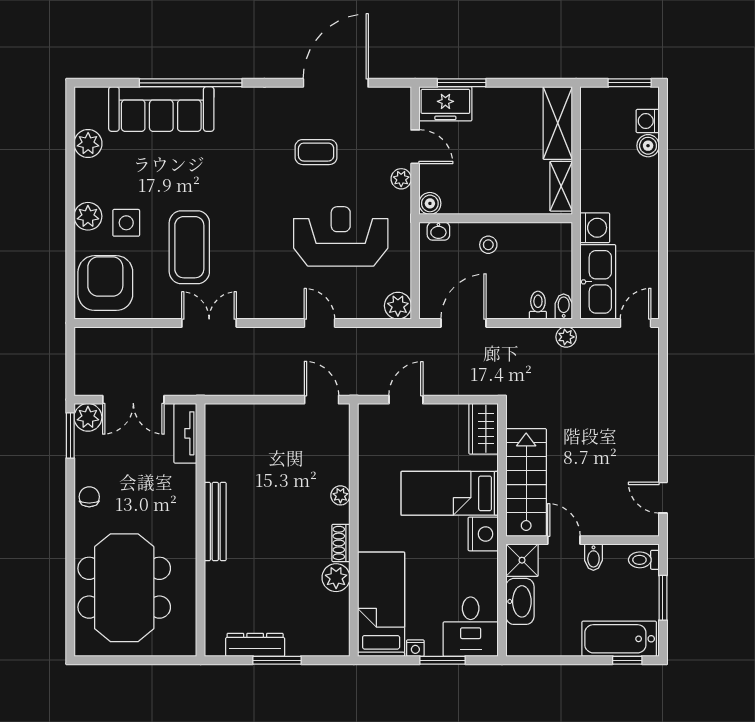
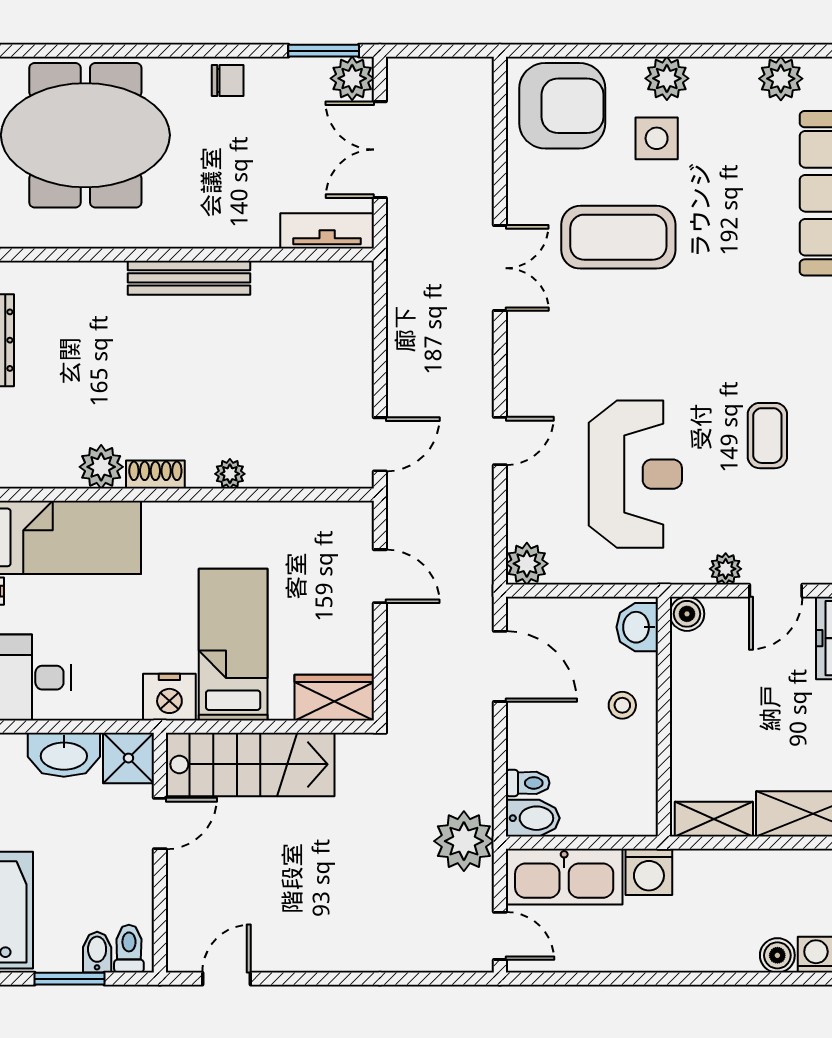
washbasin: (438, 231) -> (637, 627), width x1.38, depth x1.45
bidet: (564, 307) -> (533, 818), width x1.38, depth x1.36
plant: (566, 337) -> (464, 841), width x1.88, depth x1.88
bidet: (593, 557) -> (97, 952), moved, turned 90

